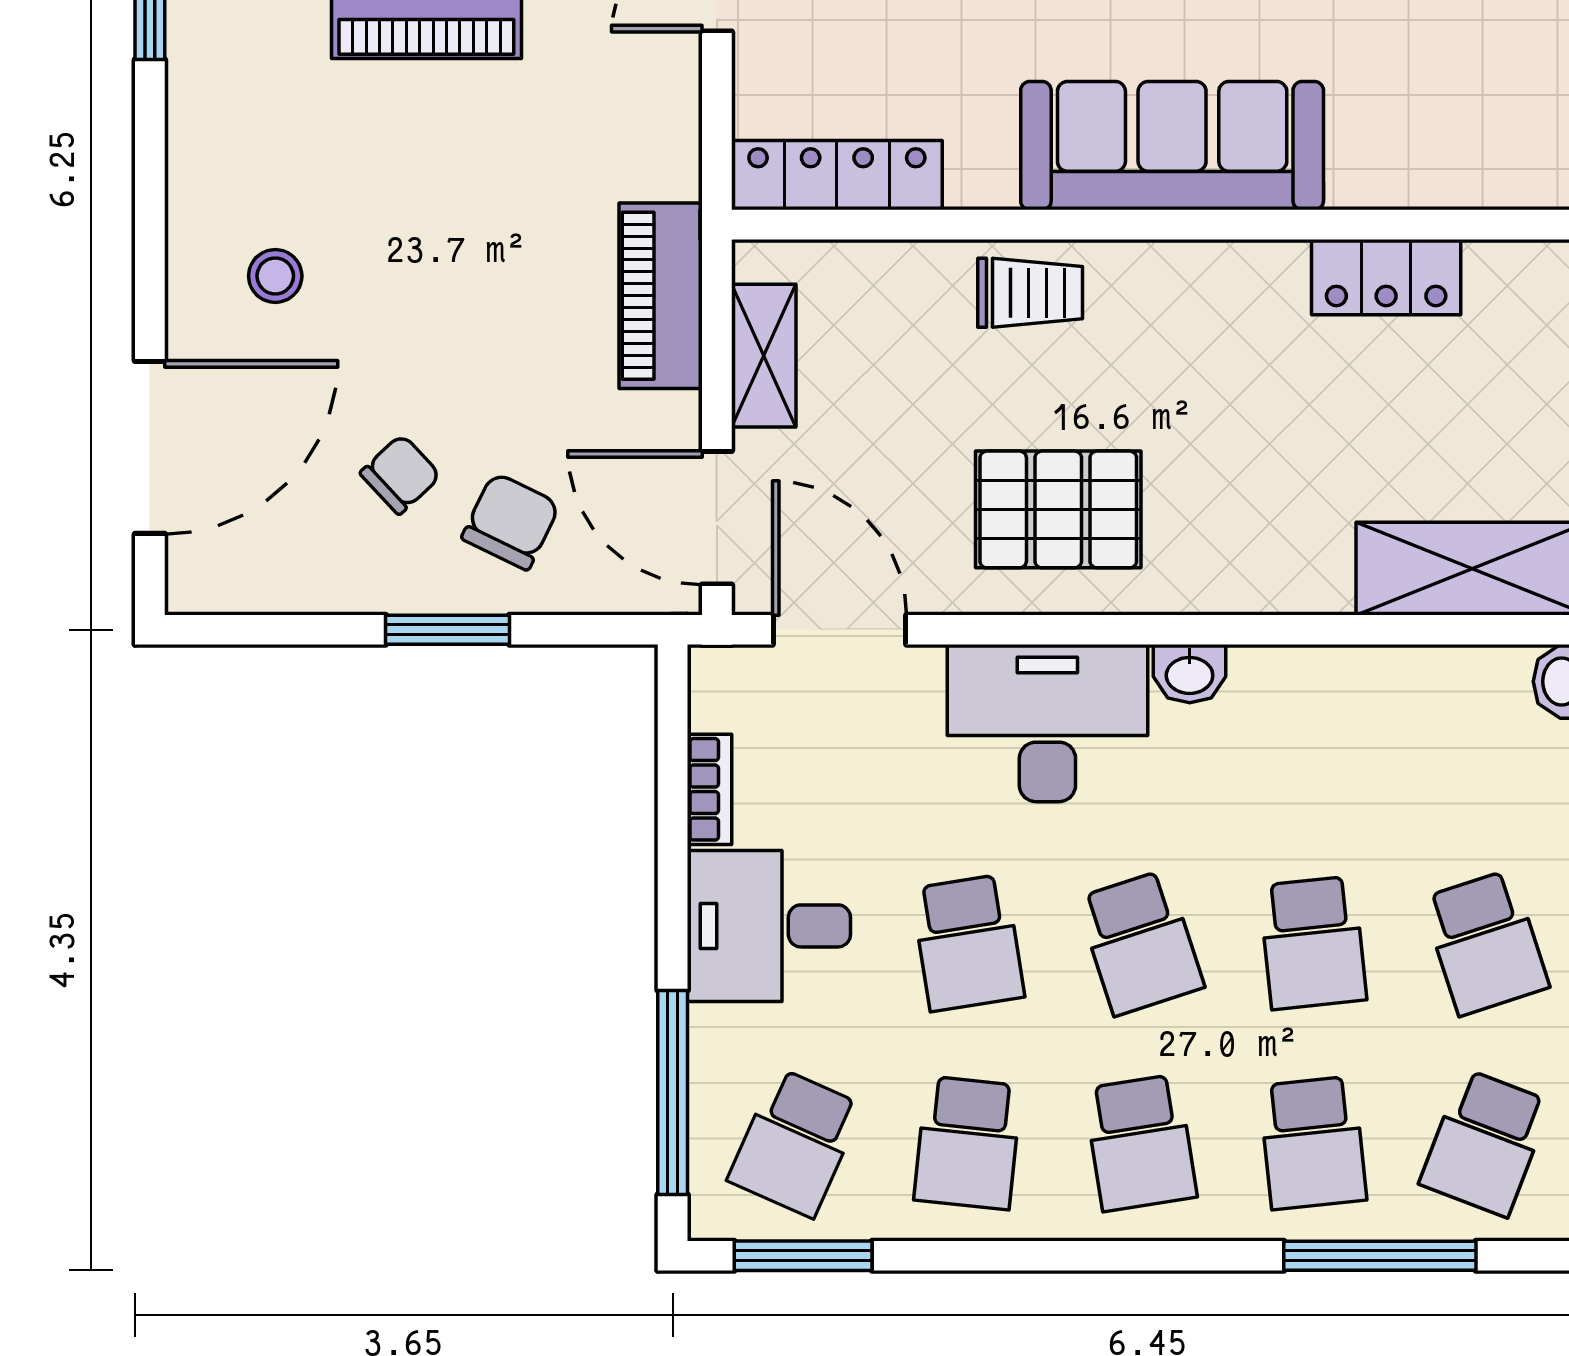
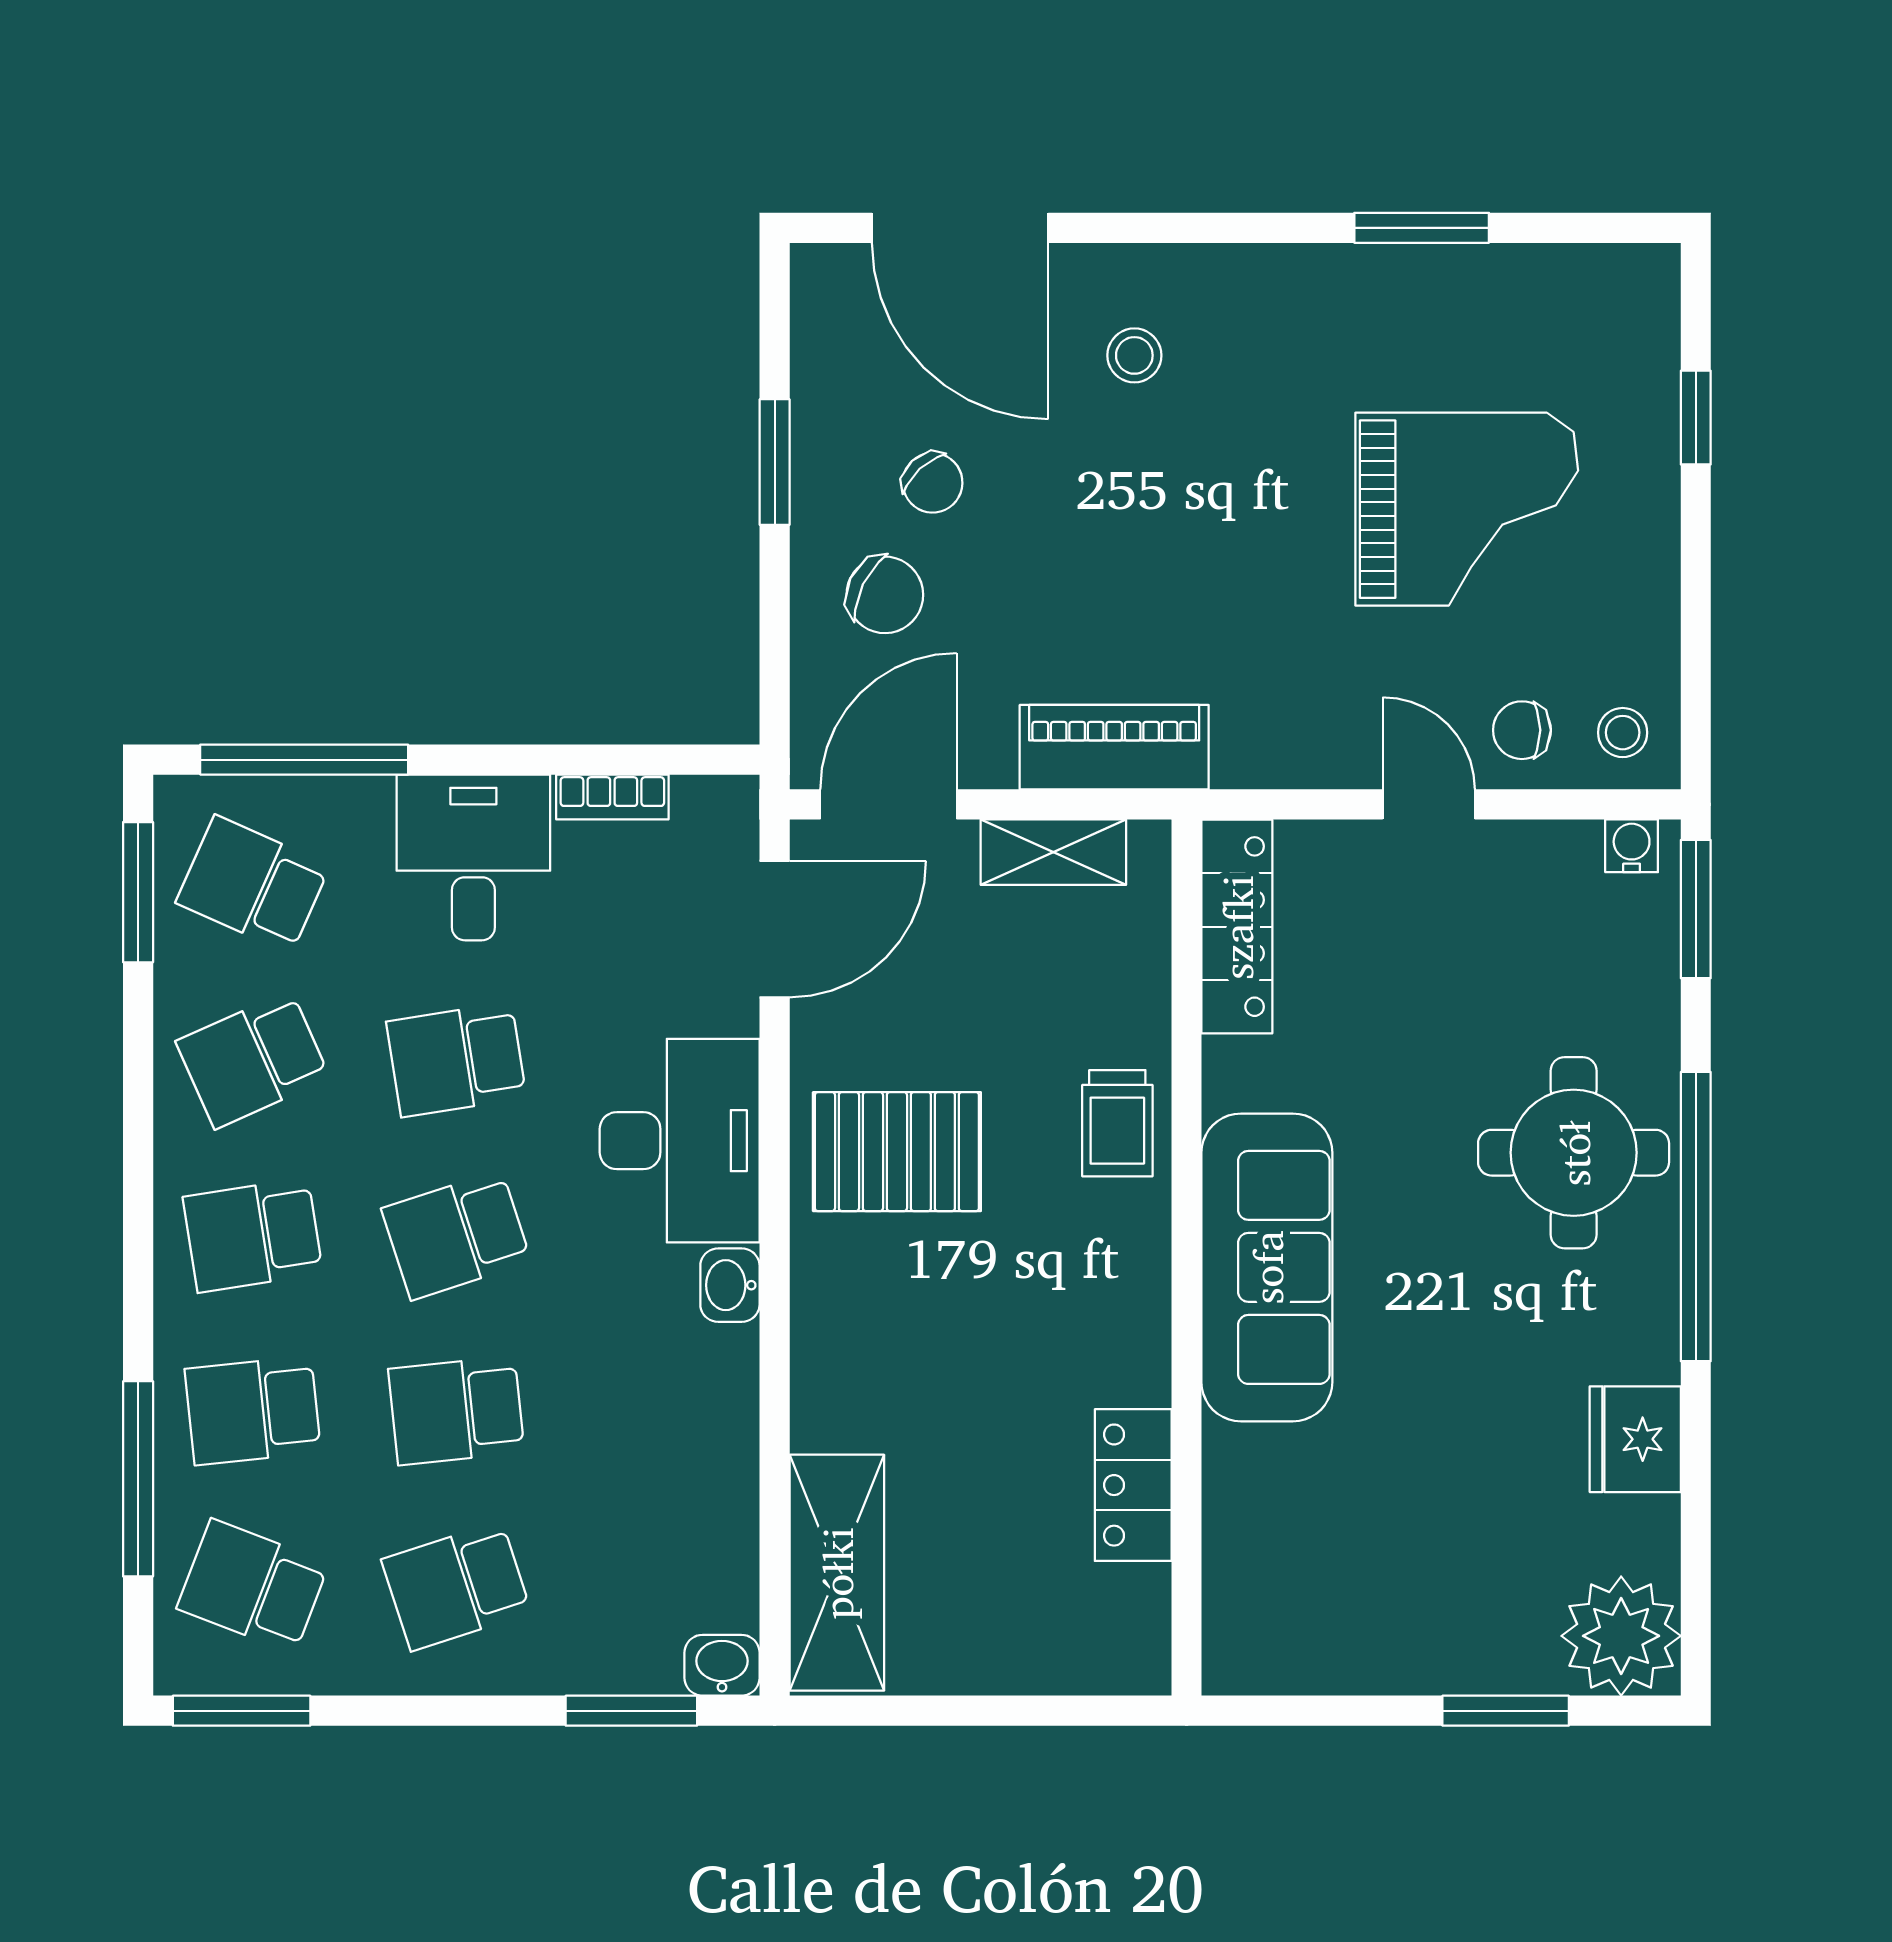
pallet: (1058, 509) -> (897, 1152), turned 90
window: (447, 630) -> (775, 462), moved
school desk: (968, 1143) -> (253, 1060), turned -30

